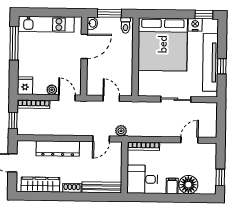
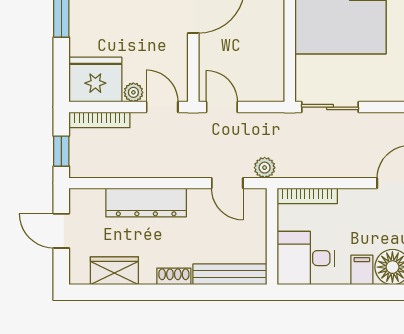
fridge: (25, 86) -> (95, 80), width x1.88, depth x1.34
door: (111, 98) -> (222, 107), moved
sliding door: (176, 99) -> (330, 107), moved
door: (101, 139) -> (227, 183), hinge flipped
wardrobe: (40, 185) -> (114, 271), width x0.67

